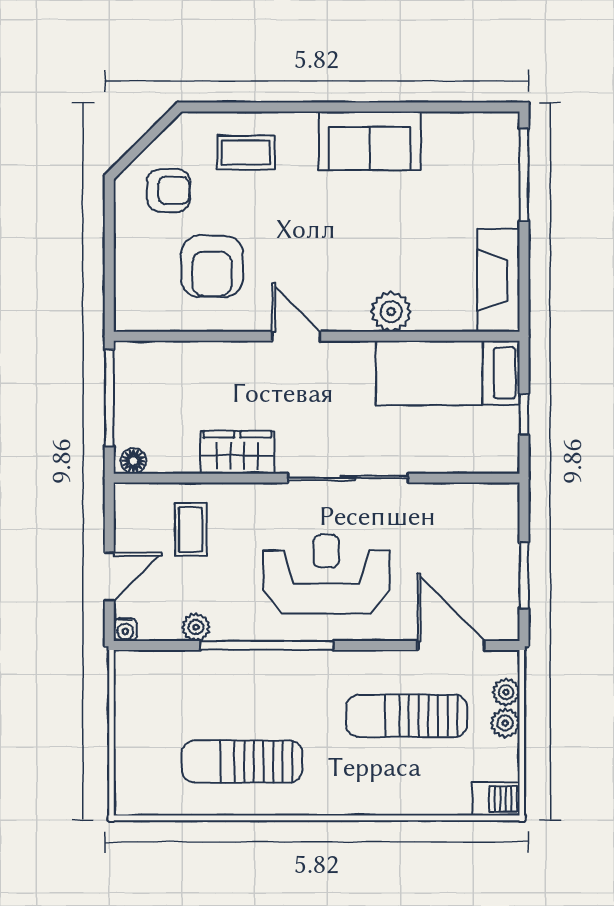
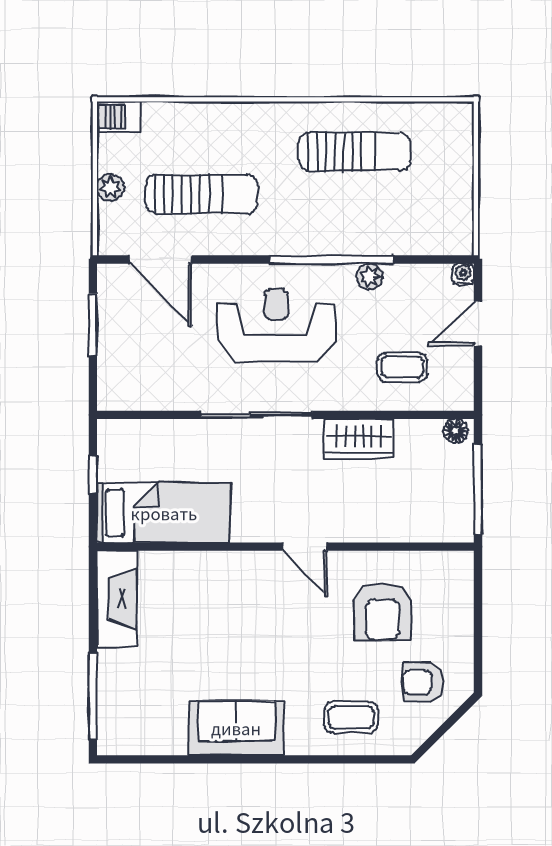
armchair: (212, 266) -> (383, 612), turned 180
plant: (391, 312) -> (216, 569), removed
coffee table: (191, 530) -> (402, 367), turned 90
reception desk: (326, 574) -> (276, 326), turned 180
plant: (196, 627) -> (370, 277), moved
plant: (506, 692) -> (109, 216), removed

